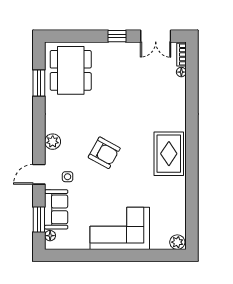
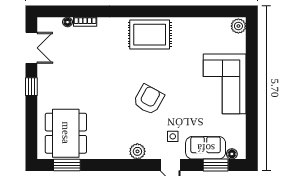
bookcase: (182, 55) -> (85, 22), moved
dining table: (71, 70) -> (66, 133), turned 90
window: (39, 83) -> (67, 165), moved

